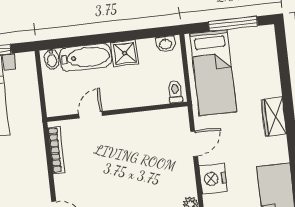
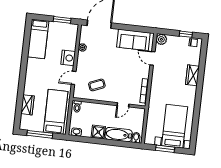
wardrobe: (274, 117) -> (27, 105), moved
coffee table: (148, 141) -> (97, 85), added

